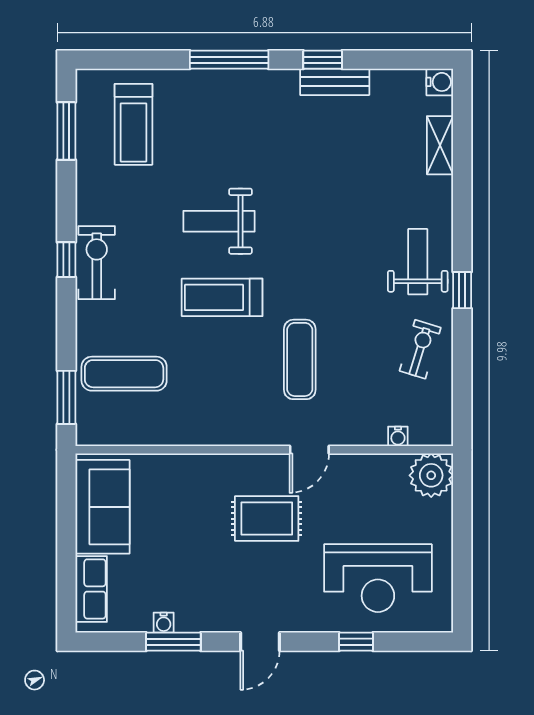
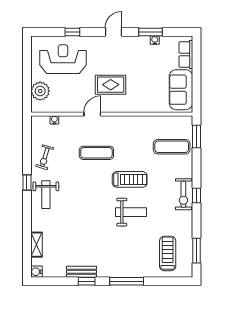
exercise mat: (300, 359) -> (96, 153), turned 90
plant: (431, 475) -> (40, 91), moved

